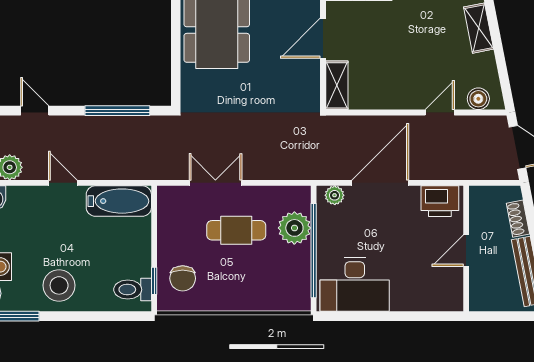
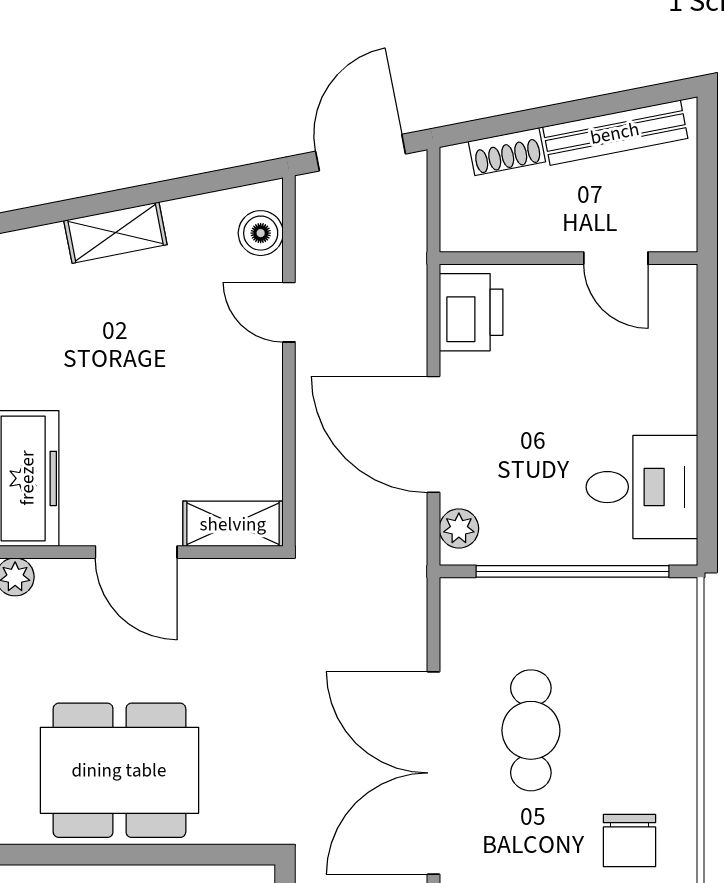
double door: (215, 183) -> (433, 773), width x1.87
plant: (294, 228) -> (526, 611), removed
door: (466, 251) -> (616, 258), moved
chair: (183, 278) -> (629, 840), turned 90
desk: (355, 284) -> (642, 487), width x0.73

